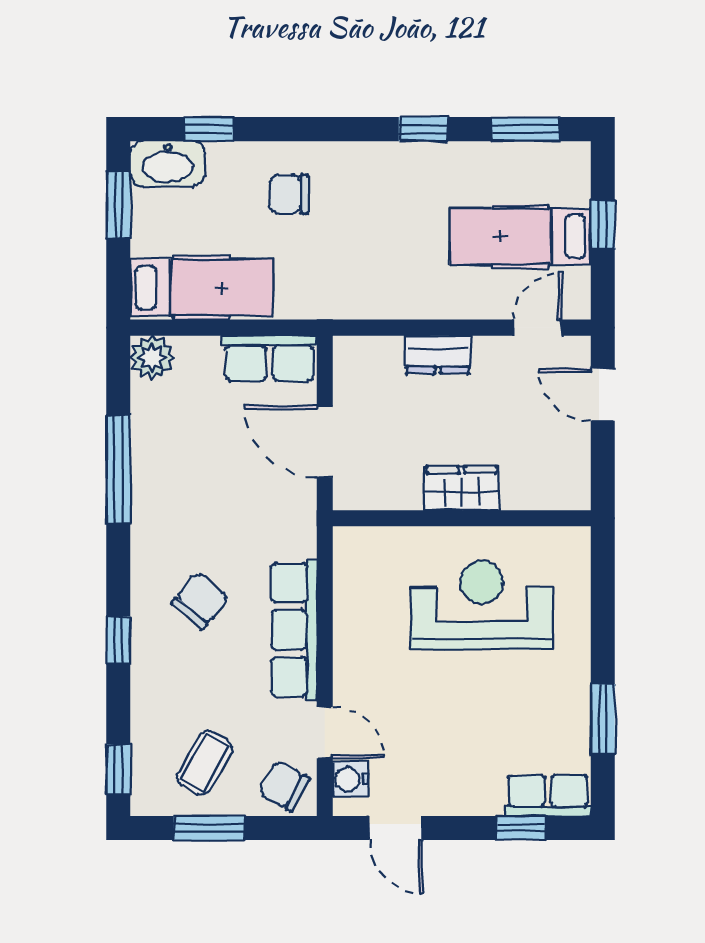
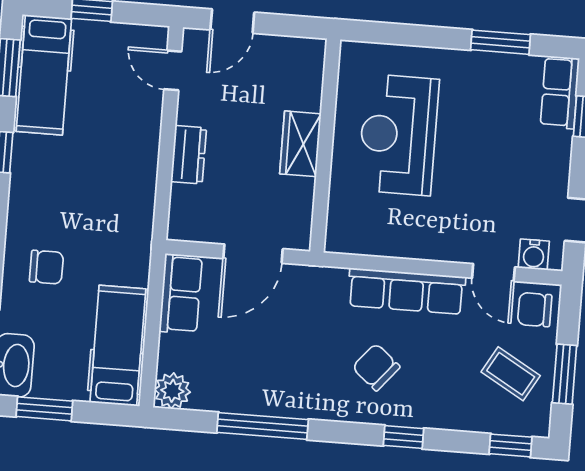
chair: (289, 194) -> (46, 267), turned -90
hospital bed: (520, 237) -> (44, 75), moved
door: (325, 733) -> (493, 273), swing flipped
chair: (284, 786) -> (535, 310), turned 61

